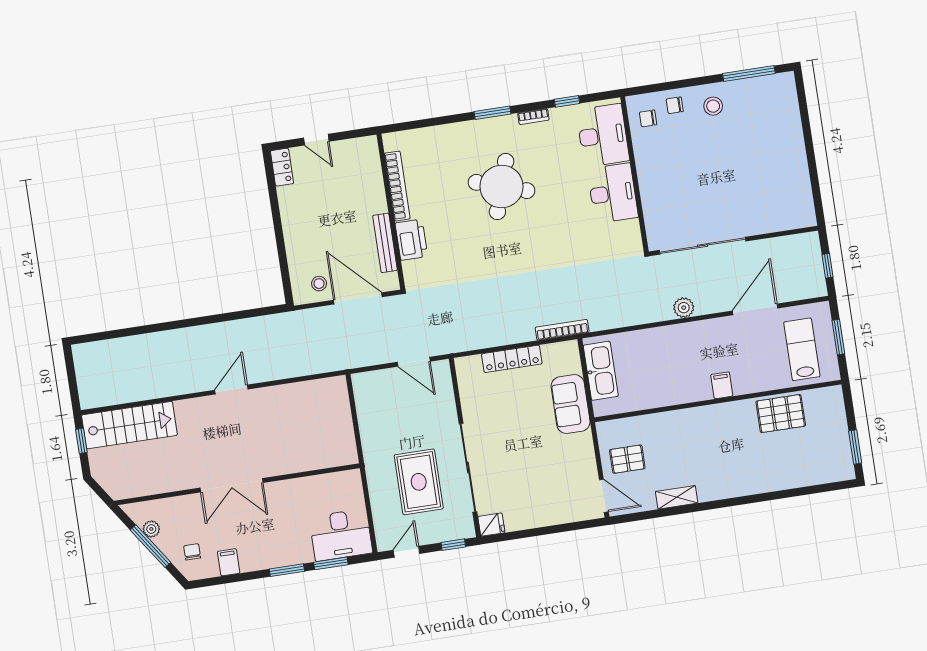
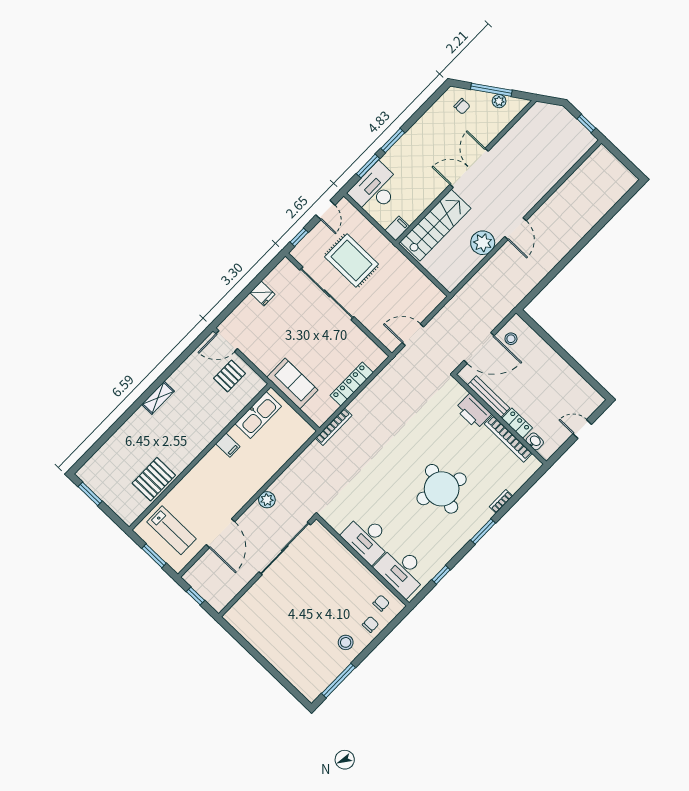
bookcase: (533, 117) -> (501, 501), moved
washbasin: (373, 163) -> (535, 441), added
locker: (282, 167) -> (517, 423), moved, turned 180
kitchen sink: (601, 371) -> (258, 415), moved, turned -90
filing cabinet: (722, 385) -> (228, 445), moved
plant: (275, 400) -> (483, 243), added
stairs: (129, 425) -> (436, 225), moved, turned 180
shelving: (677, 497) -> (158, 398), moved
fridge: (491, 525) -> (262, 294), moved, turned -90
filing cabinet: (229, 562) -> (397, 228), moved, turned -90

